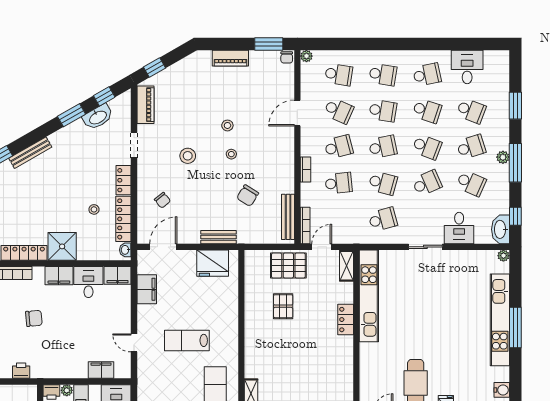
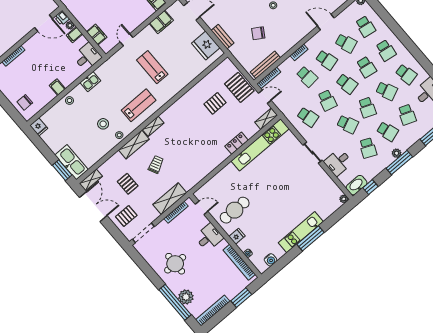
school desk: (339, 111) -> (346, 43), turned -45
school desk: (427, 111) -> (387, 91), turned -42
kitchen unit: (500, 320) -> (301, 232), width x0.73

